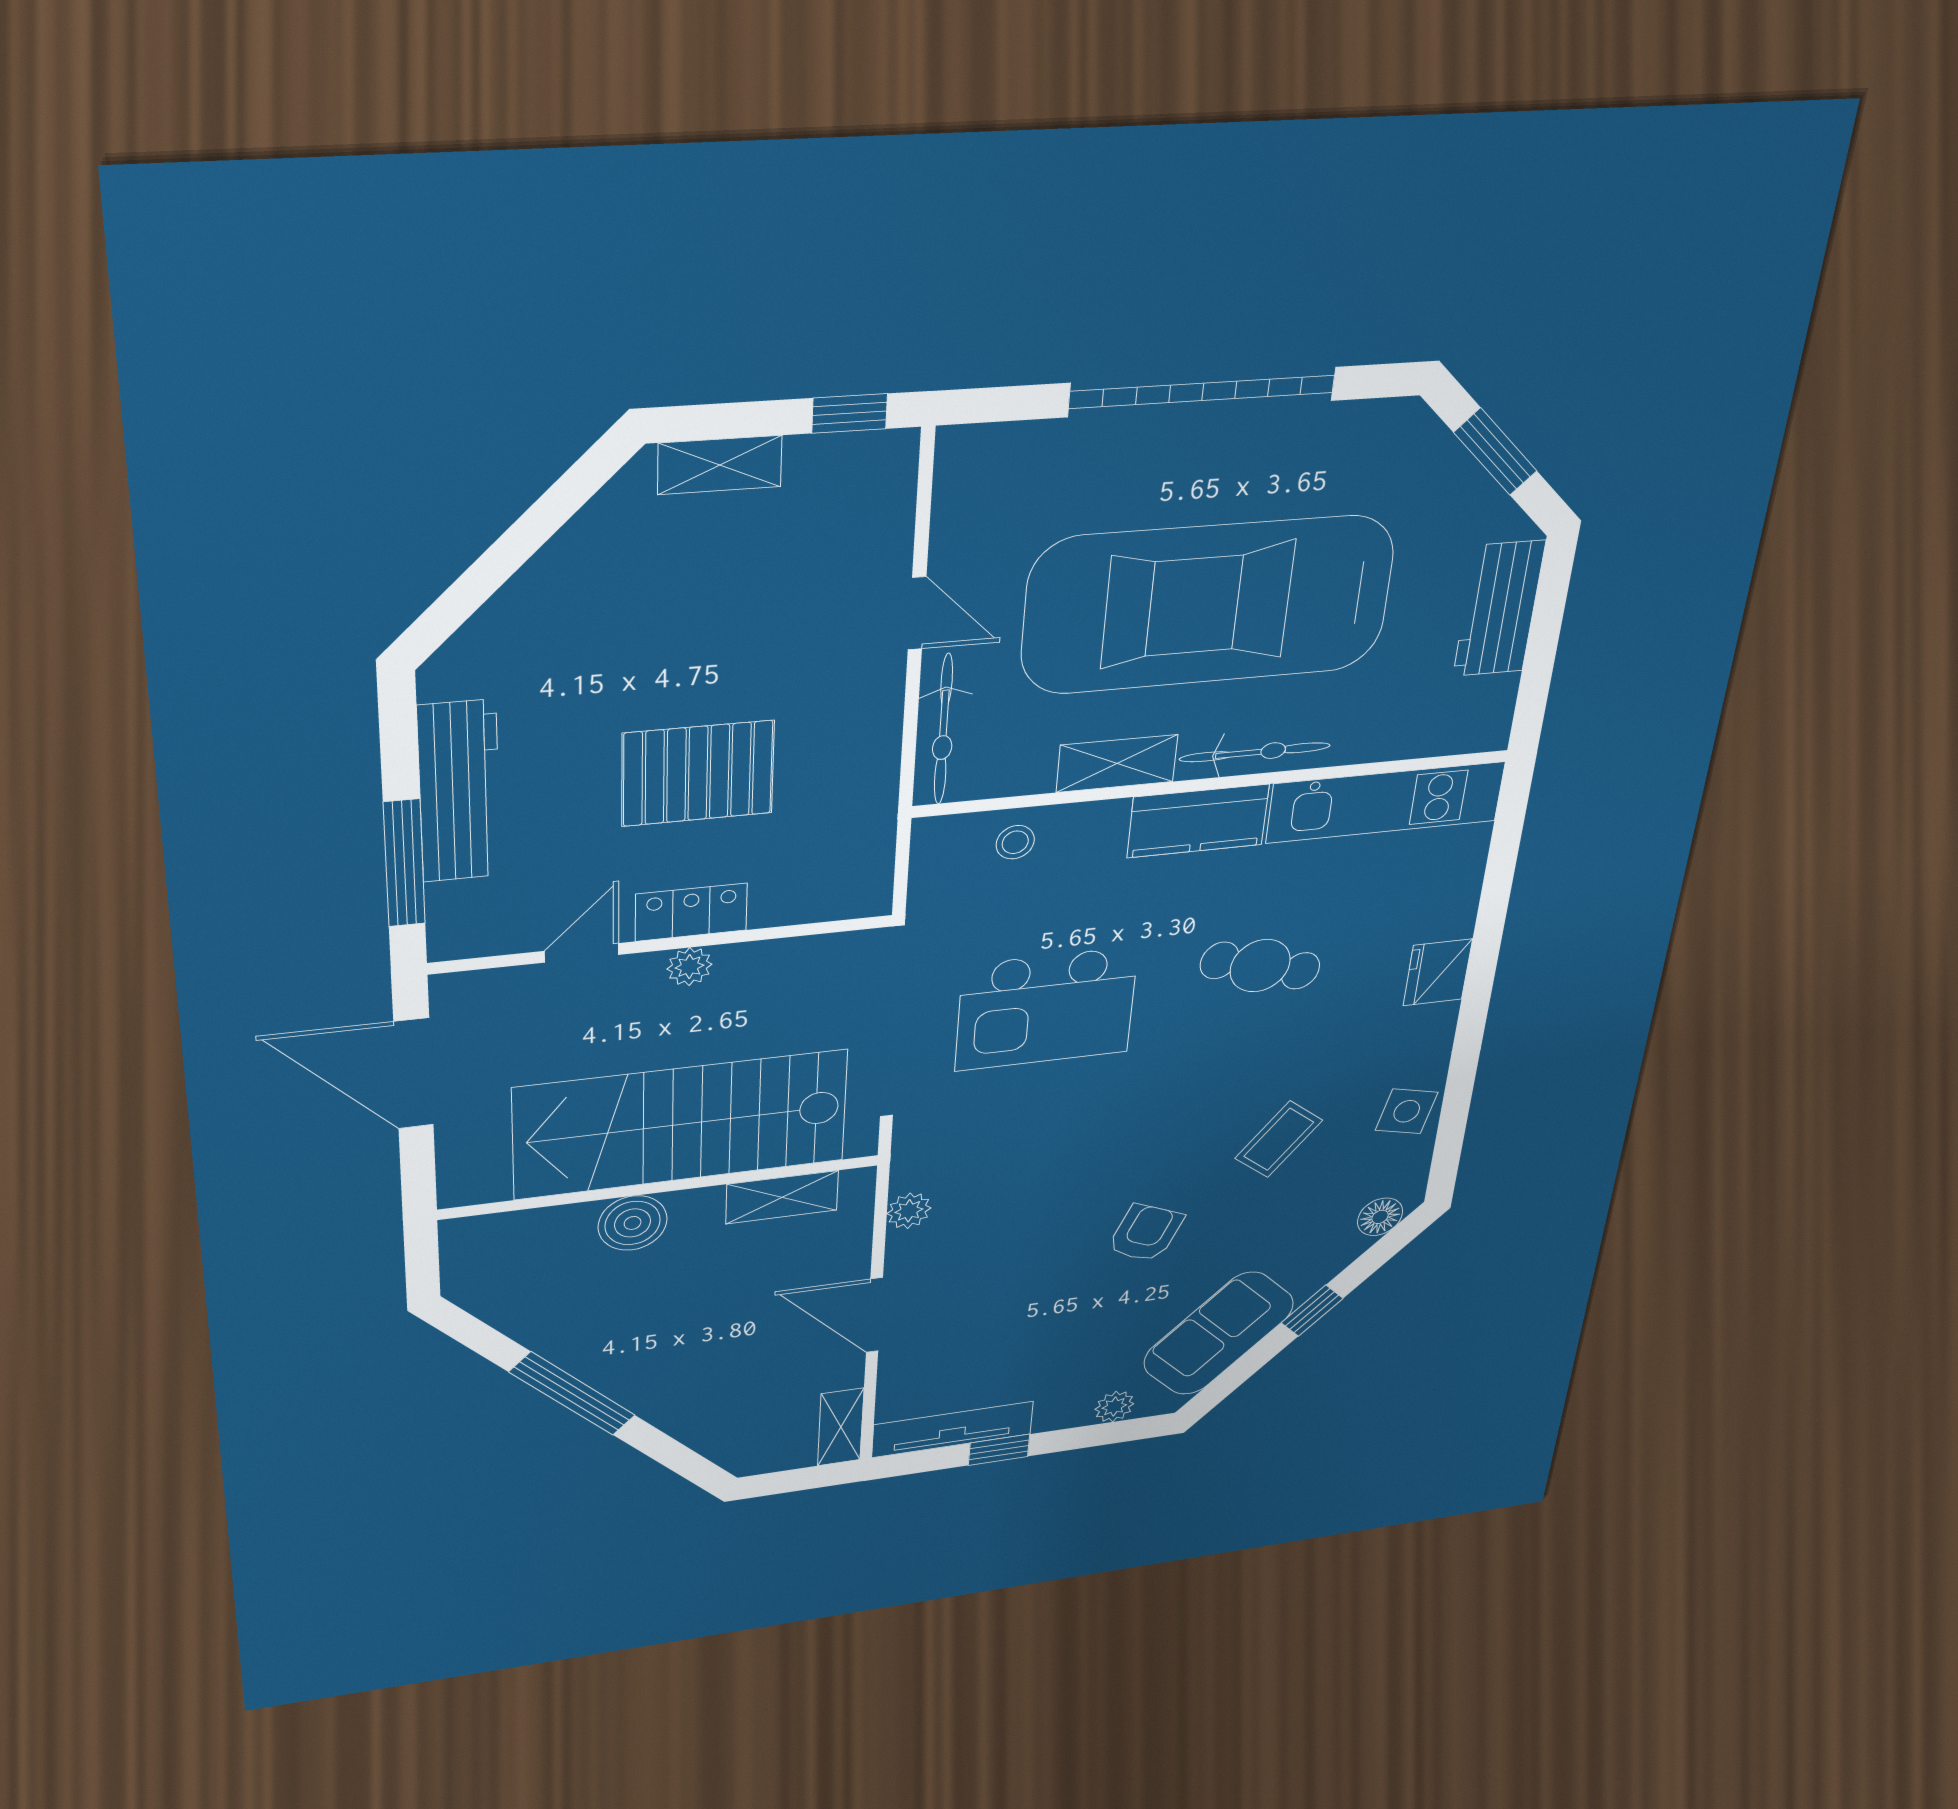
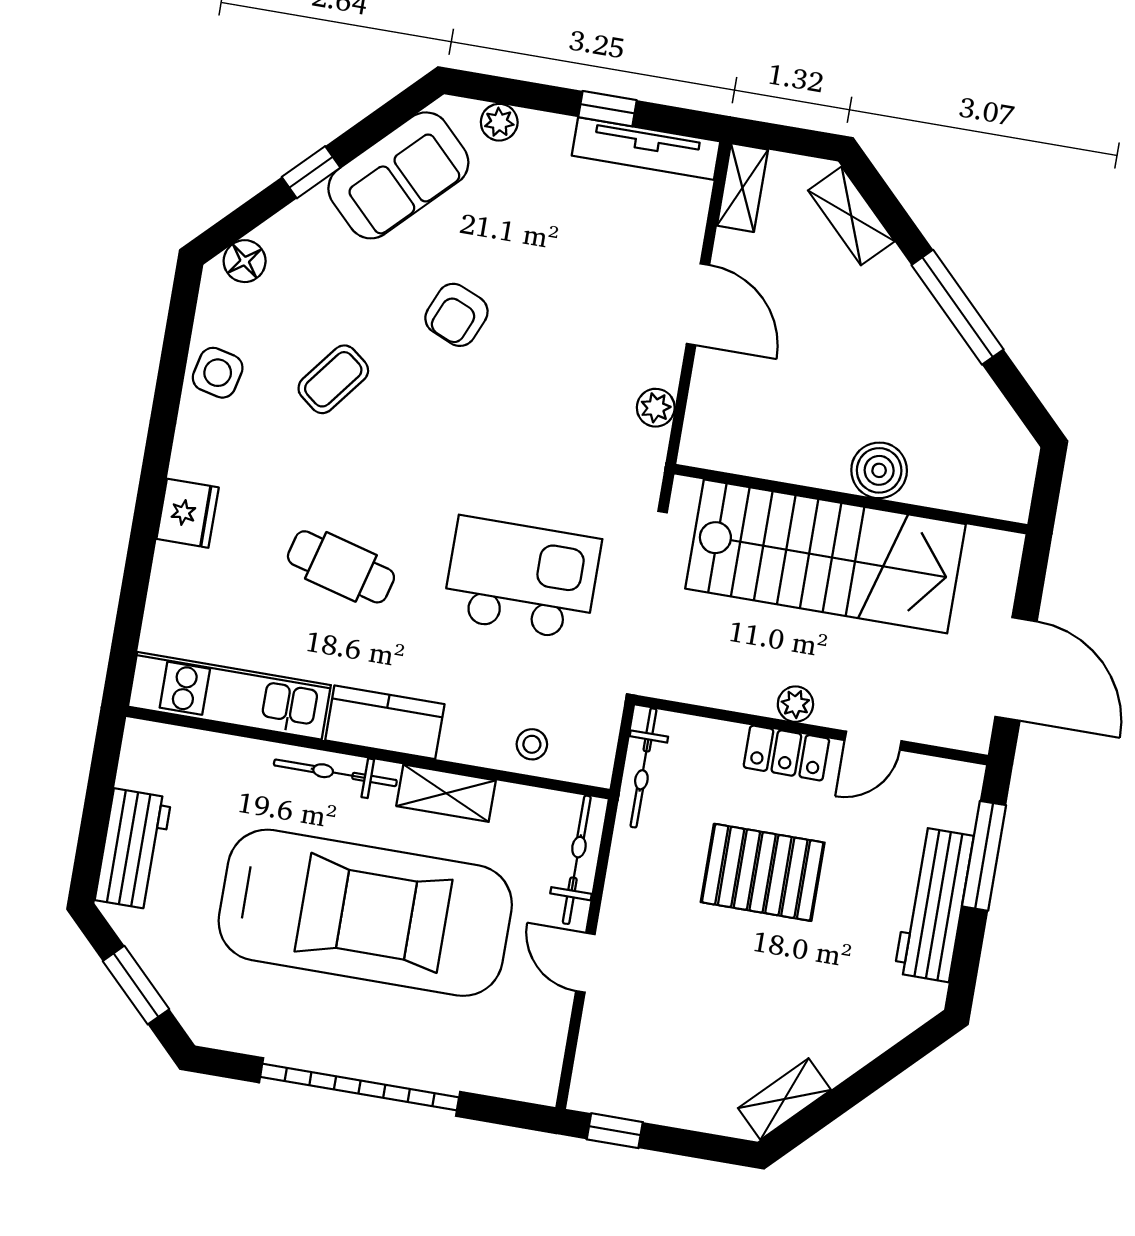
shelving: (720, 465) -> (784, 1099), moved, turned -45
bicycle: (872, 851) -> (643, 768), added
shelving: (782, 1197) -> (851, 216), moved, turned 45

